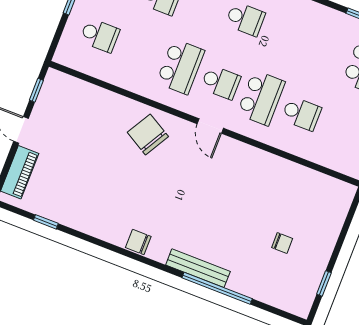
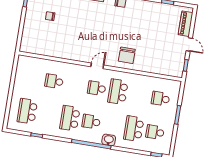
school desk: (261, 98) -> (70, 118), moved
door: (210, 126) -> (97, 66), hinge flipped
chair: (148, 134) -> (127, 55), turned 60

